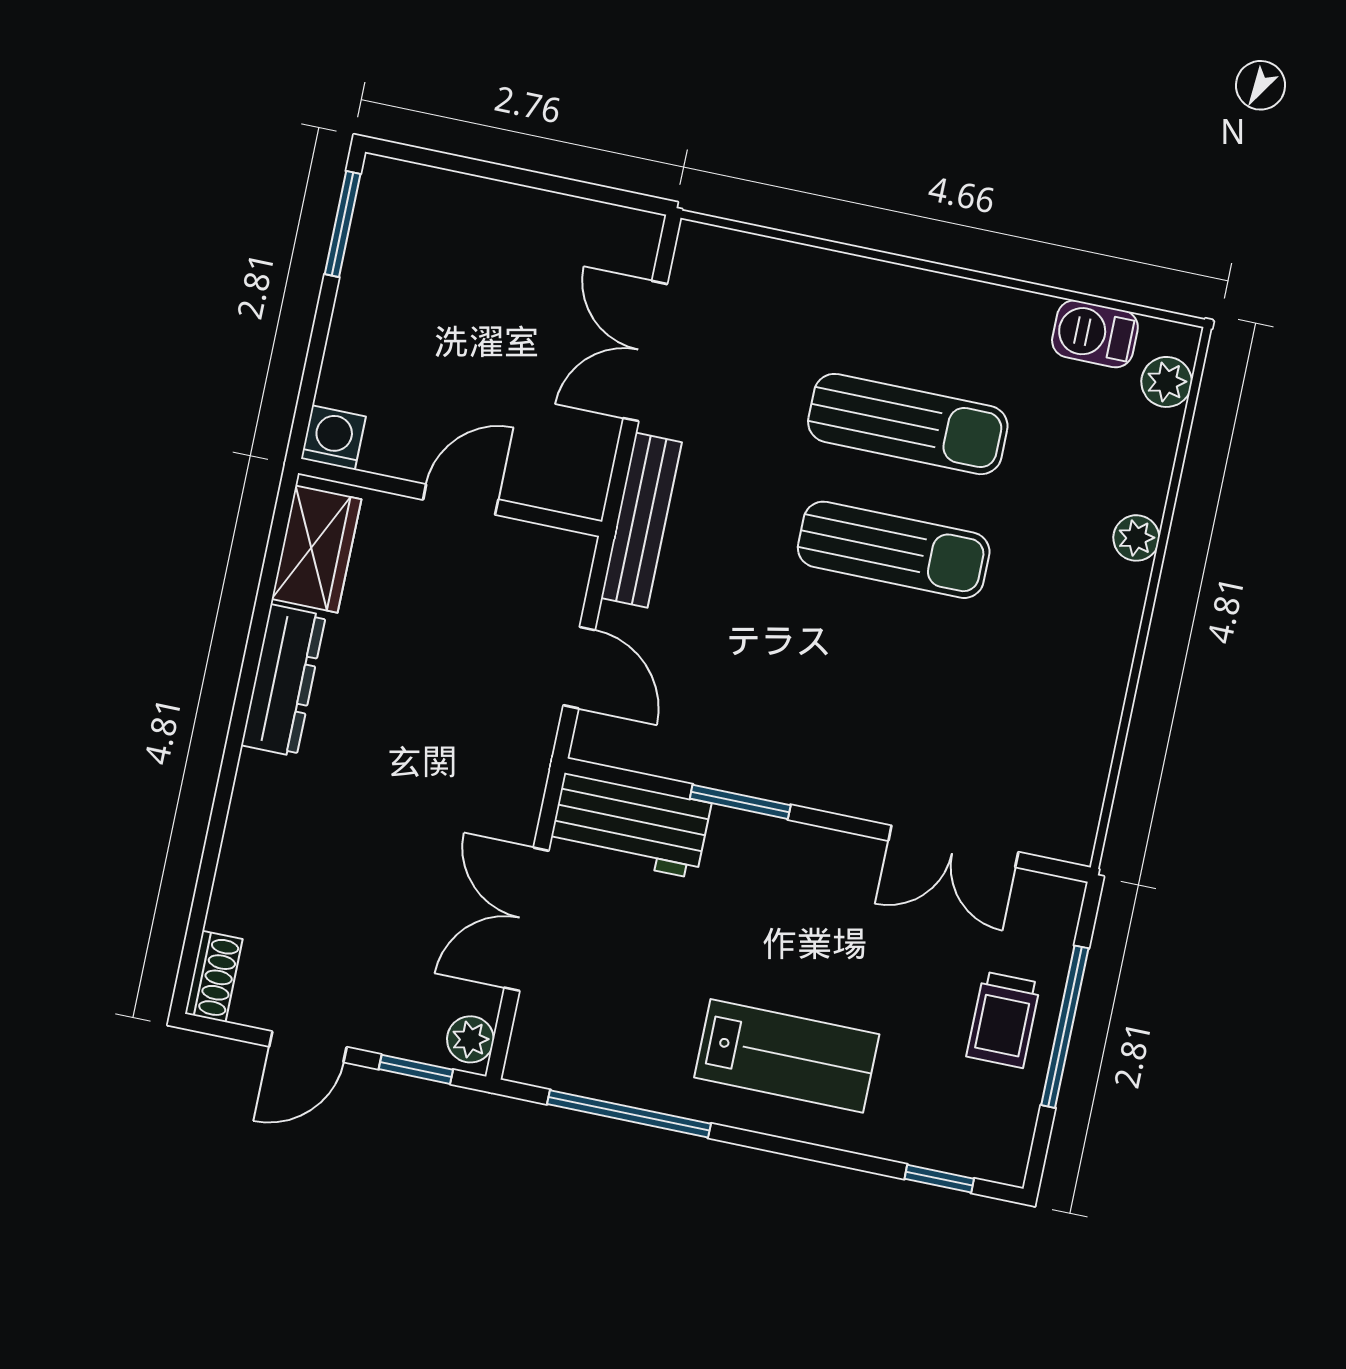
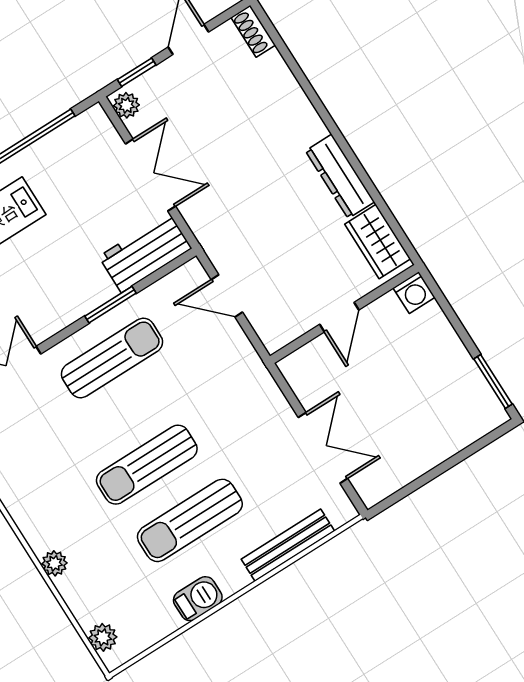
barbecue: (1095, 334) -> (198, 599), moved
bench: (641, 520) -> (288, 545), moved, turned 90
sun lounger: (805, 731) -> (112, 358), added

